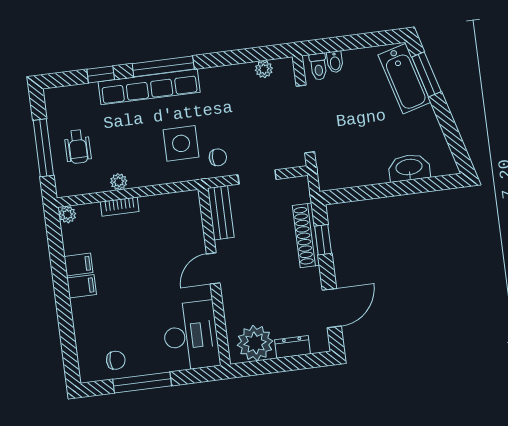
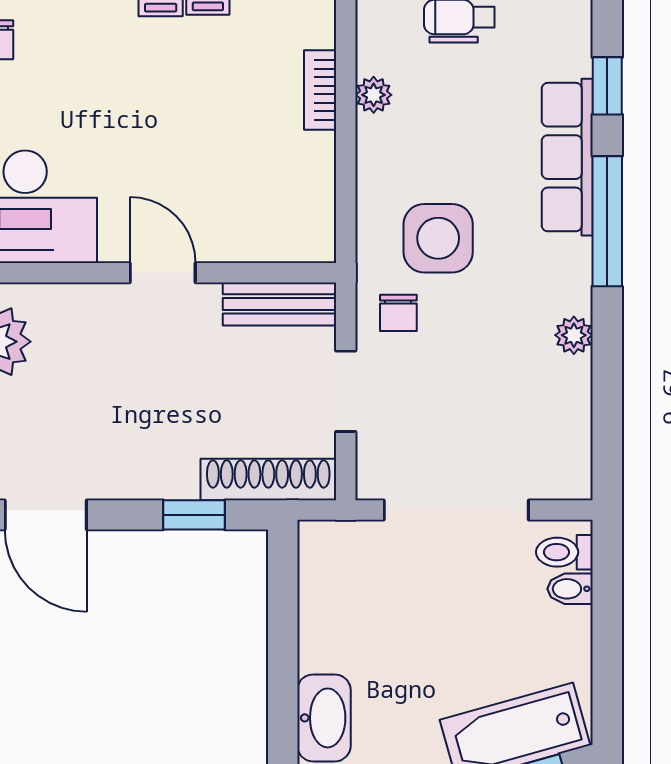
plant: (264, 69) -> (574, 335), moved
row of seats: (149, 87) -> (567, 157), width x0.73
shoe rack: (306, 235) -> (268, 479), moved

